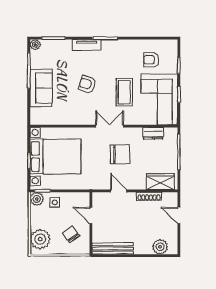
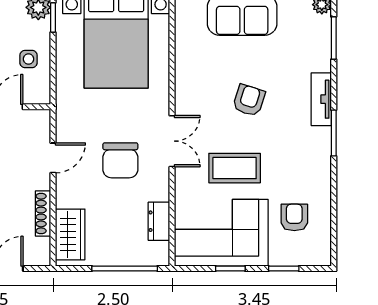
side table: (55, 202) -> (29, 59), moved

